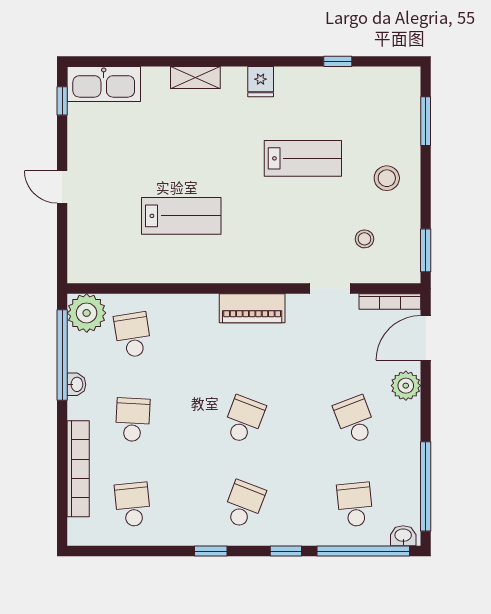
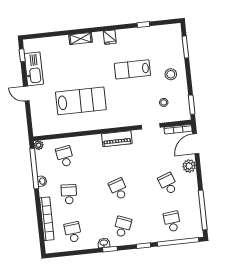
kitchen sink: (104, 84) -> (34, 69), moved, turned -90
lab bench: (303, 158) -> (132, 69), turned 180
lab bench: (181, 216) -> (81, 101), width x1.36, depth x1.39
plant: (87, 313) -> (39, 145), width x0.53, depth x0.53
school desk: (244, 420) -> (118, 189), turned -39
washbasin: (403, 536) -> (104, 243), moved

